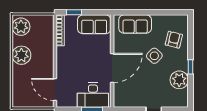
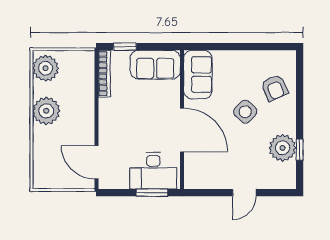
sofa: (135, 24) -> (198, 75), moved, turned -90
armchair: (174, 40) -> (275, 88), turned 142
window: (191, 67) -> (300, 150), moved
door: (112, 68) -> (182, 130), hinge flipped

